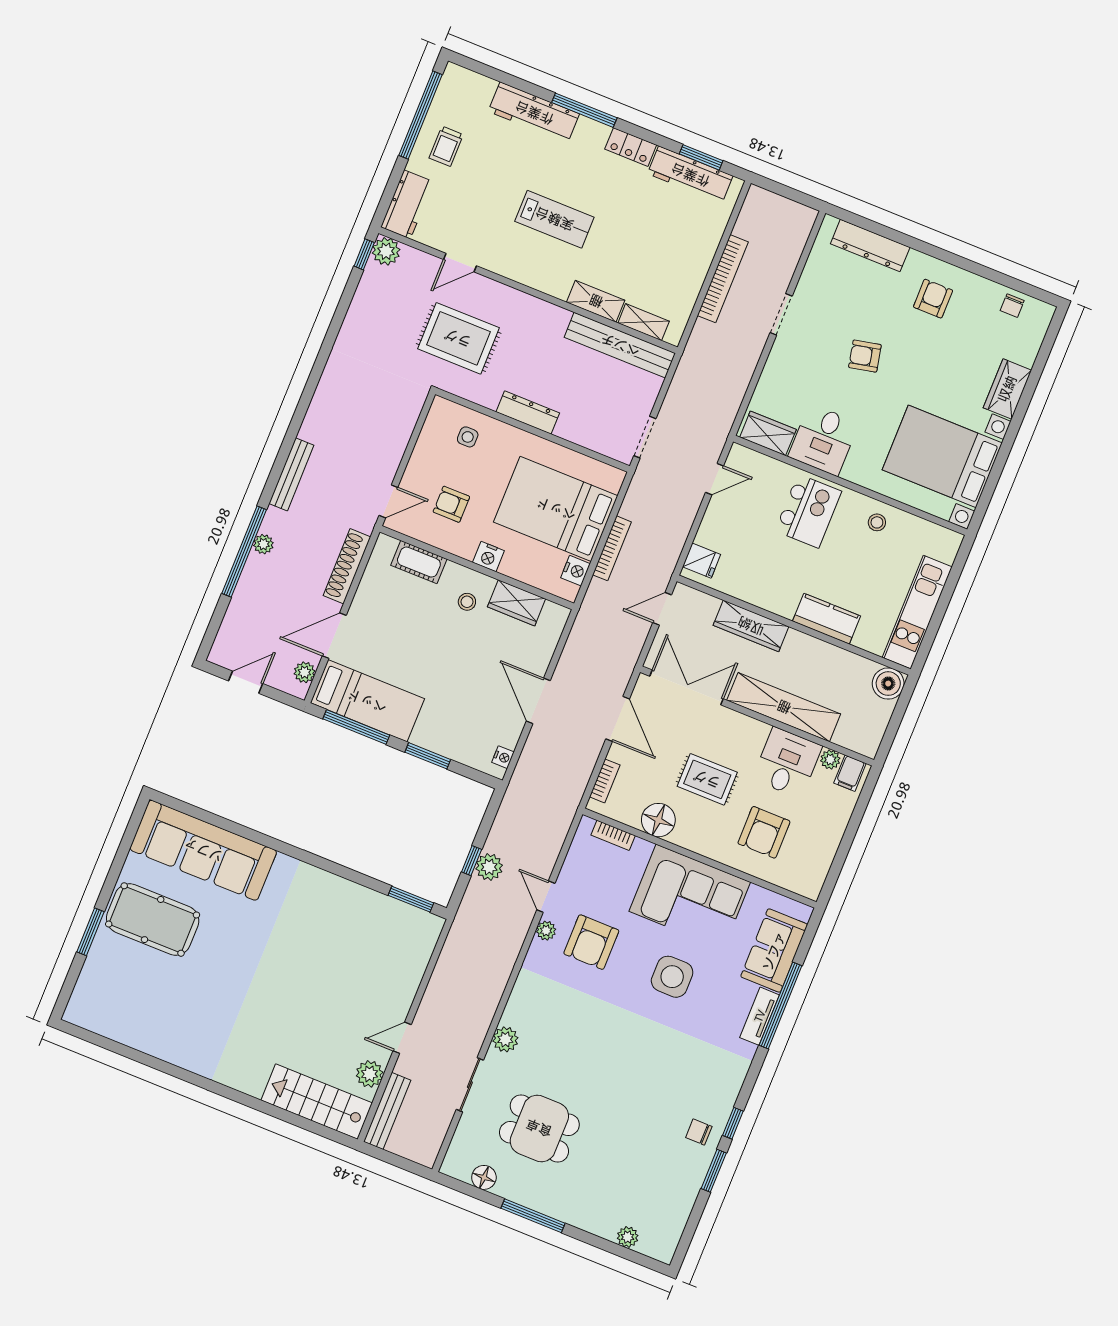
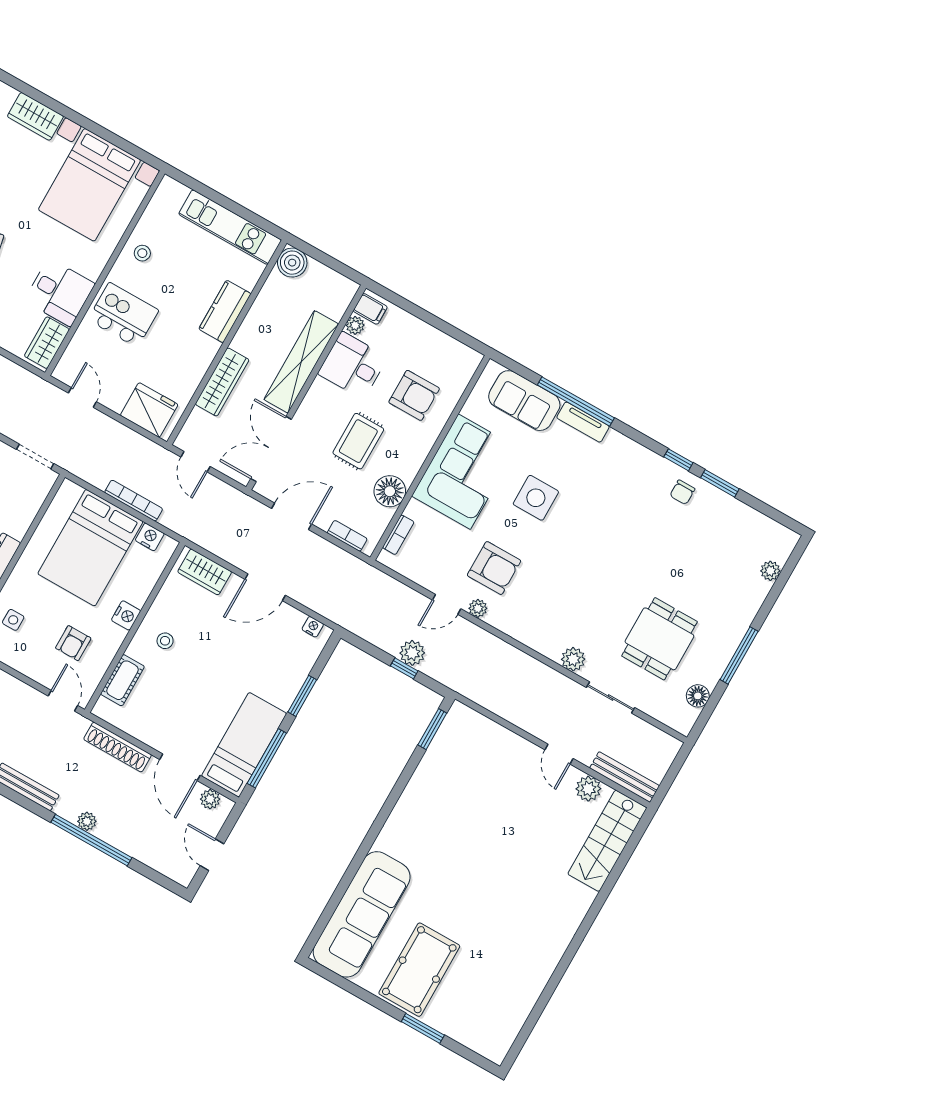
fridge: (702, 561) -> (149, 410), width x1.88, depth x1.34
wardrobe: (516, 603) -> (205, 572), moved, turned 90

